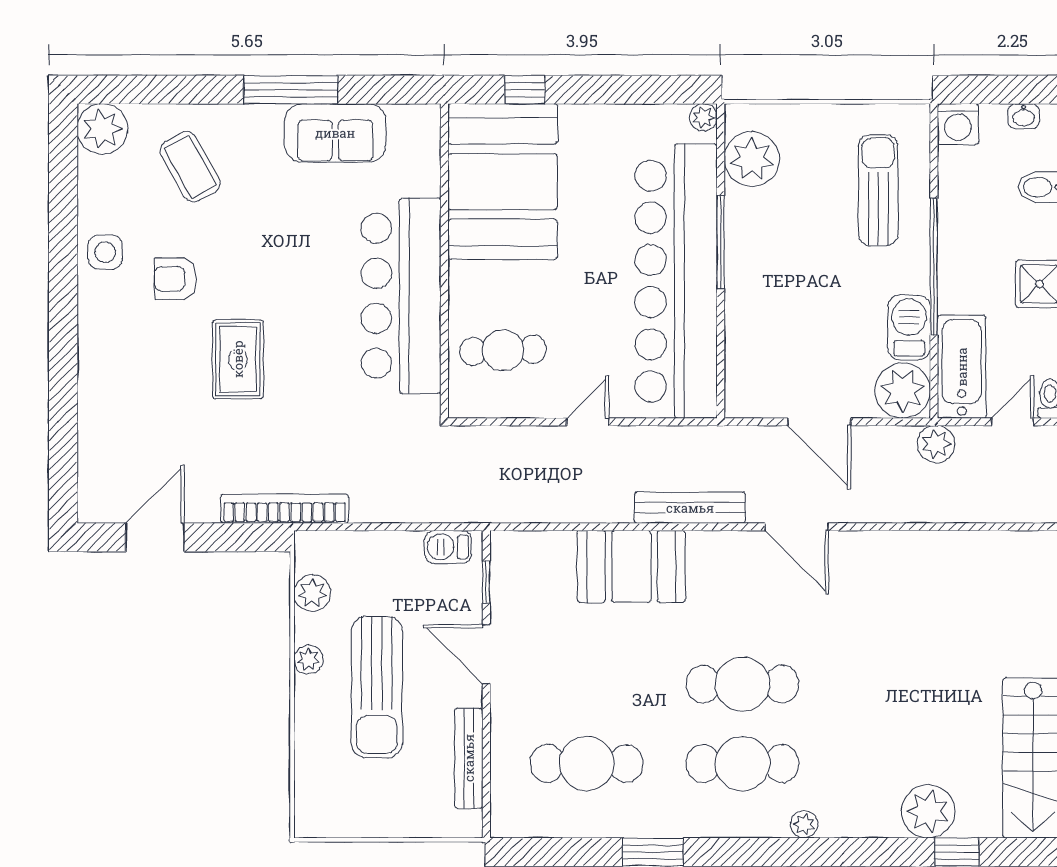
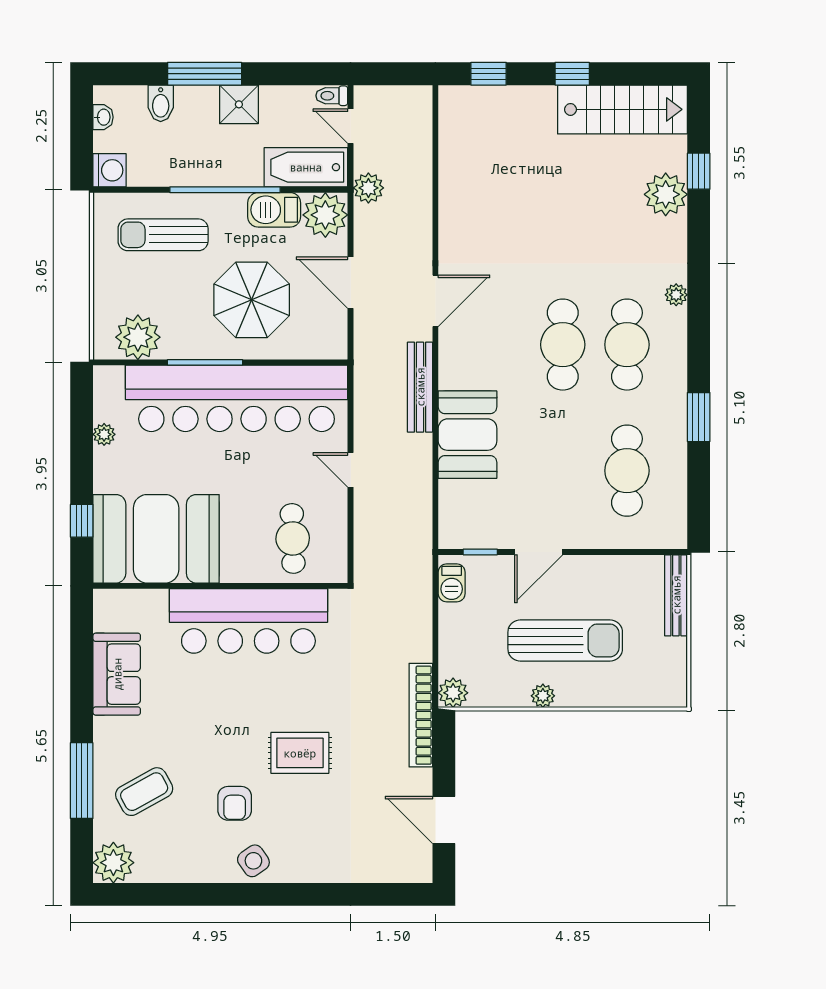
window: (291, 90) -> (82, 781), moved
plant: (703, 117) -> (104, 434), moved
side table: (105, 252) -> (253, 861), moved, turned -35
parasol: (798, 300) -> (252, 300), added
door: (819, 422) -> (351, 283), swing flipped
plant: (312, 593) -> (453, 693), moved
bench: (469, 758) -> (676, 595), moved, turned 90

